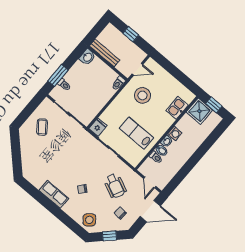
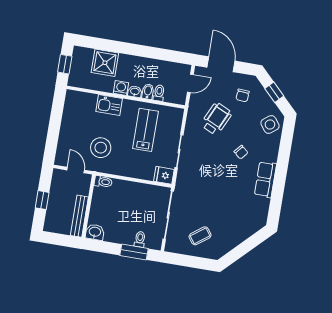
kitchen sink: (177, 108) -> (109, 105), moved
shower: (199, 111) -> (105, 63), moved
lab bench: (136, 133) -> (145, 130), turned 180

